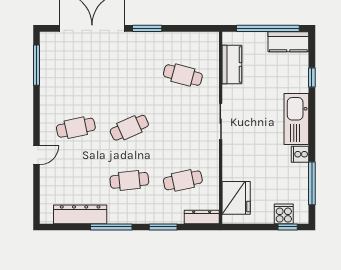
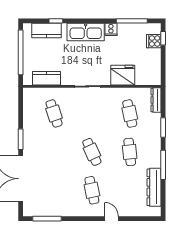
kitchen counter: (288, 42) -> (47, 30), moved, turned 90
cafe table: (183, 75) -> (54, 113), turned -33
fridge: (236, 198) -> (123, 75), moved

